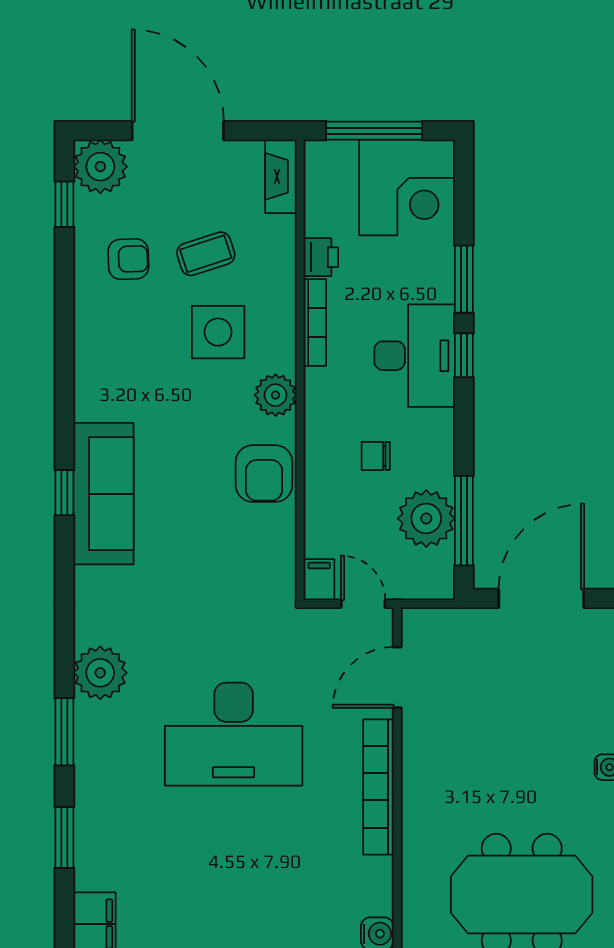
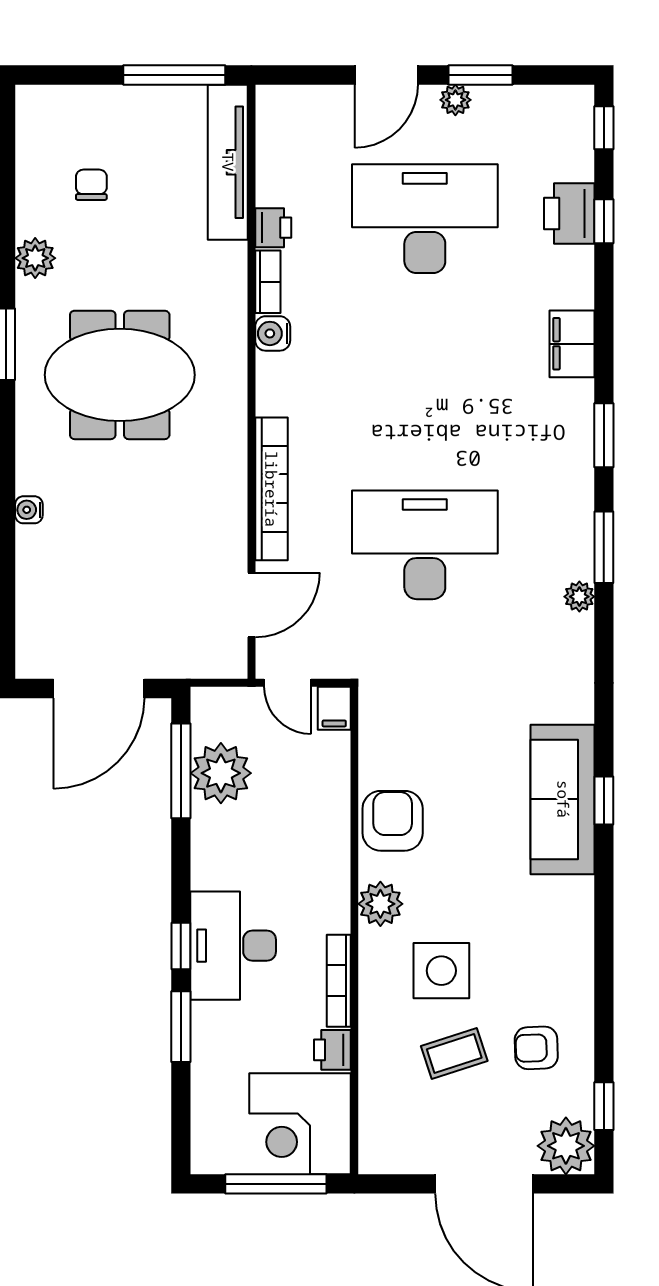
fireplace: (281, 176) -> (375, 1135), removed
corner desk: (407, 188) -> (300, 1124), moved, turned -90
chair: (376, 456) -> (274, 839), removed
plant: (100, 673) -> (579, 597), width x0.53, depth x0.53

